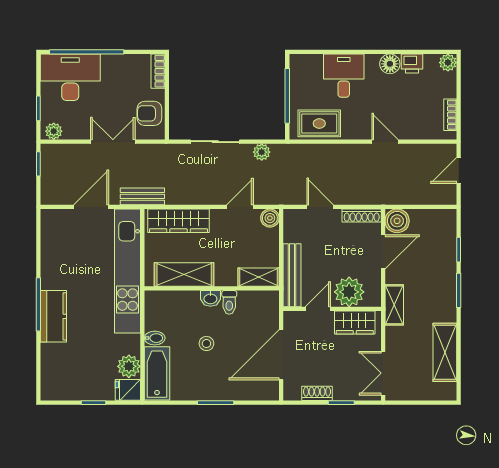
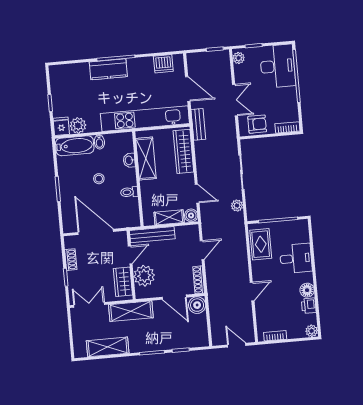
armchair: (149, 113) -> (257, 124), turned 90
dishwasher: (53, 238) -> (163, 64), added
shelving: (259, 277) -> (169, 217), moved, turned 90
washbasin: (210, 298) -> (129, 160), moved
shelving: (394, 305) -> (131, 311), width x1.50, depth x1.33
door: (318, 309) -> (130, 255), hinge flipped

